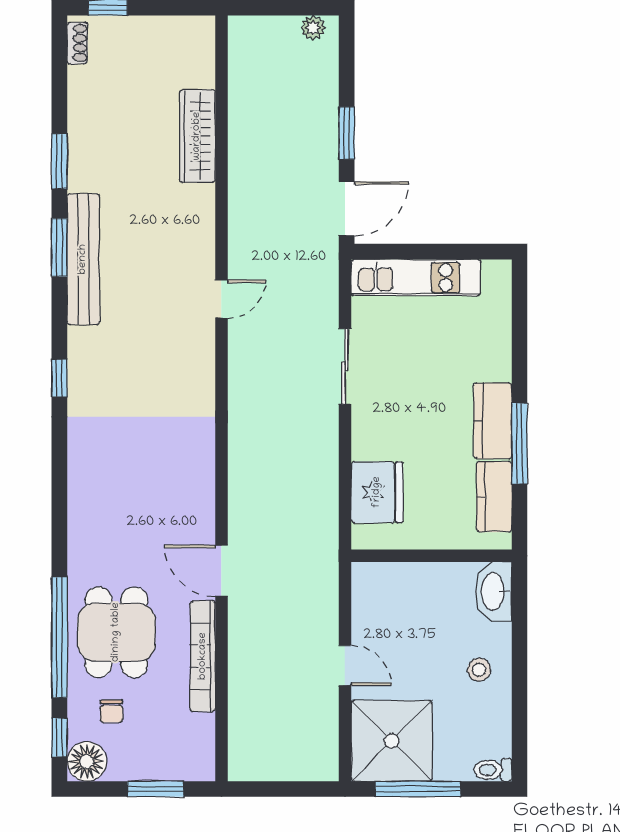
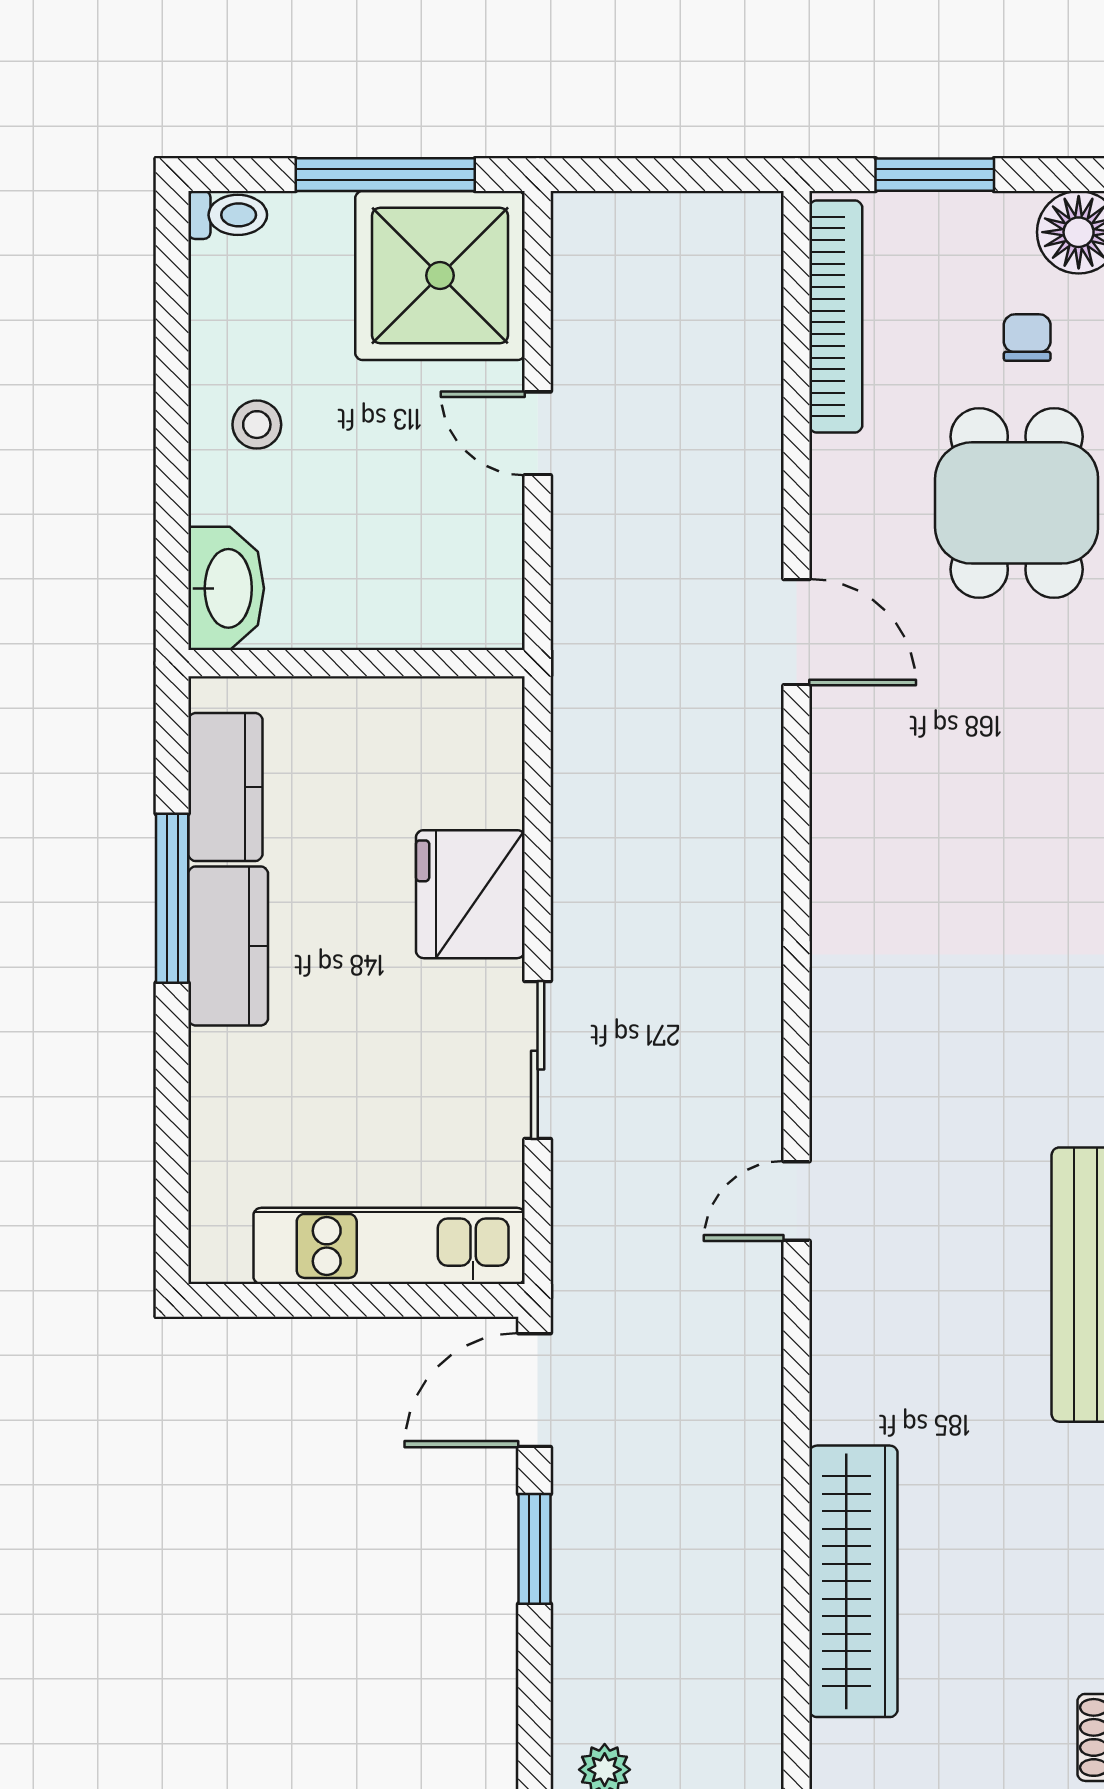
wardrobe: (197, 136) -> (853, 1581), width x1.40, depth x1.17
fridge: (377, 492) -> (470, 894), moved
bookcase: (203, 656) -> (836, 317), moved

